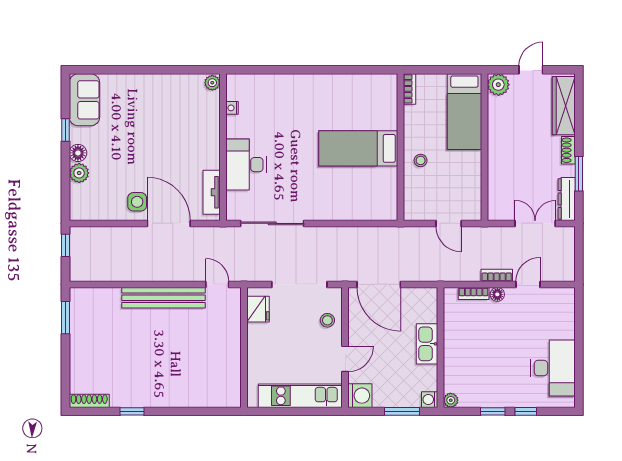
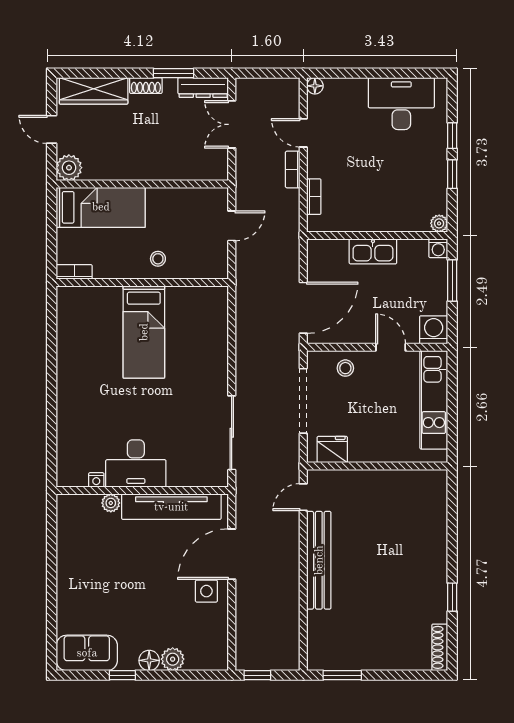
plant: (212, 83) -> (111, 503), moved
desk: (246, 165) -> (136, 464), moved
tv unit: (212, 192) -> (171, 507), width x1.92, depth x1.29
floor lamp: (497, 294) -> (315, 86), moved

